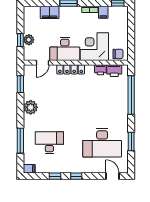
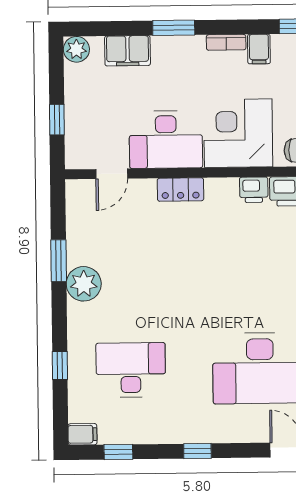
plant: (29, 40) -> (76, 49), moved
locker: (71, 69) -> (180, 189), width x0.66
window: (20, 84) -> (59, 261), moved
window: (20, 141) -> (60, 365), width x0.46
window: (55, 176) -> (118, 452), moved

